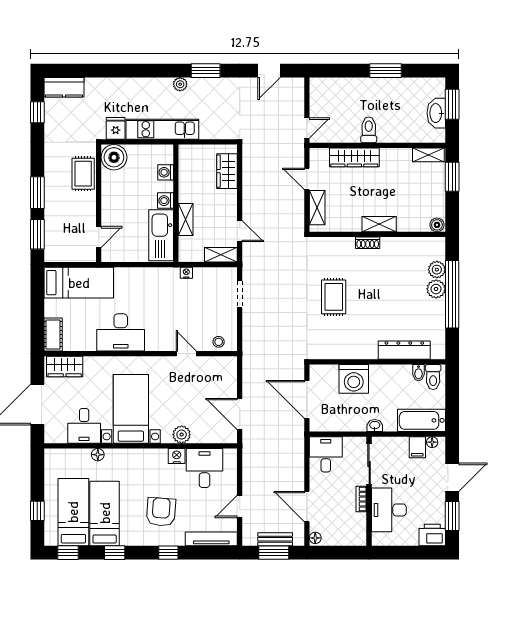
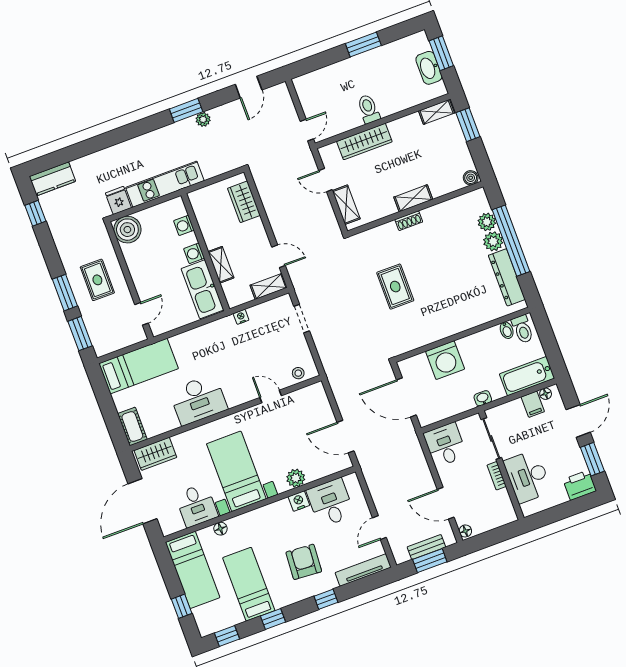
plant: (180, 84) -> (203, 119), moved
rug: (83, 174) -> (97, 280), moved
dresser: (404, 350) -> (507, 277), moved, turned -90
bed: (73, 512) -> (193, 570), moved, turned 180

